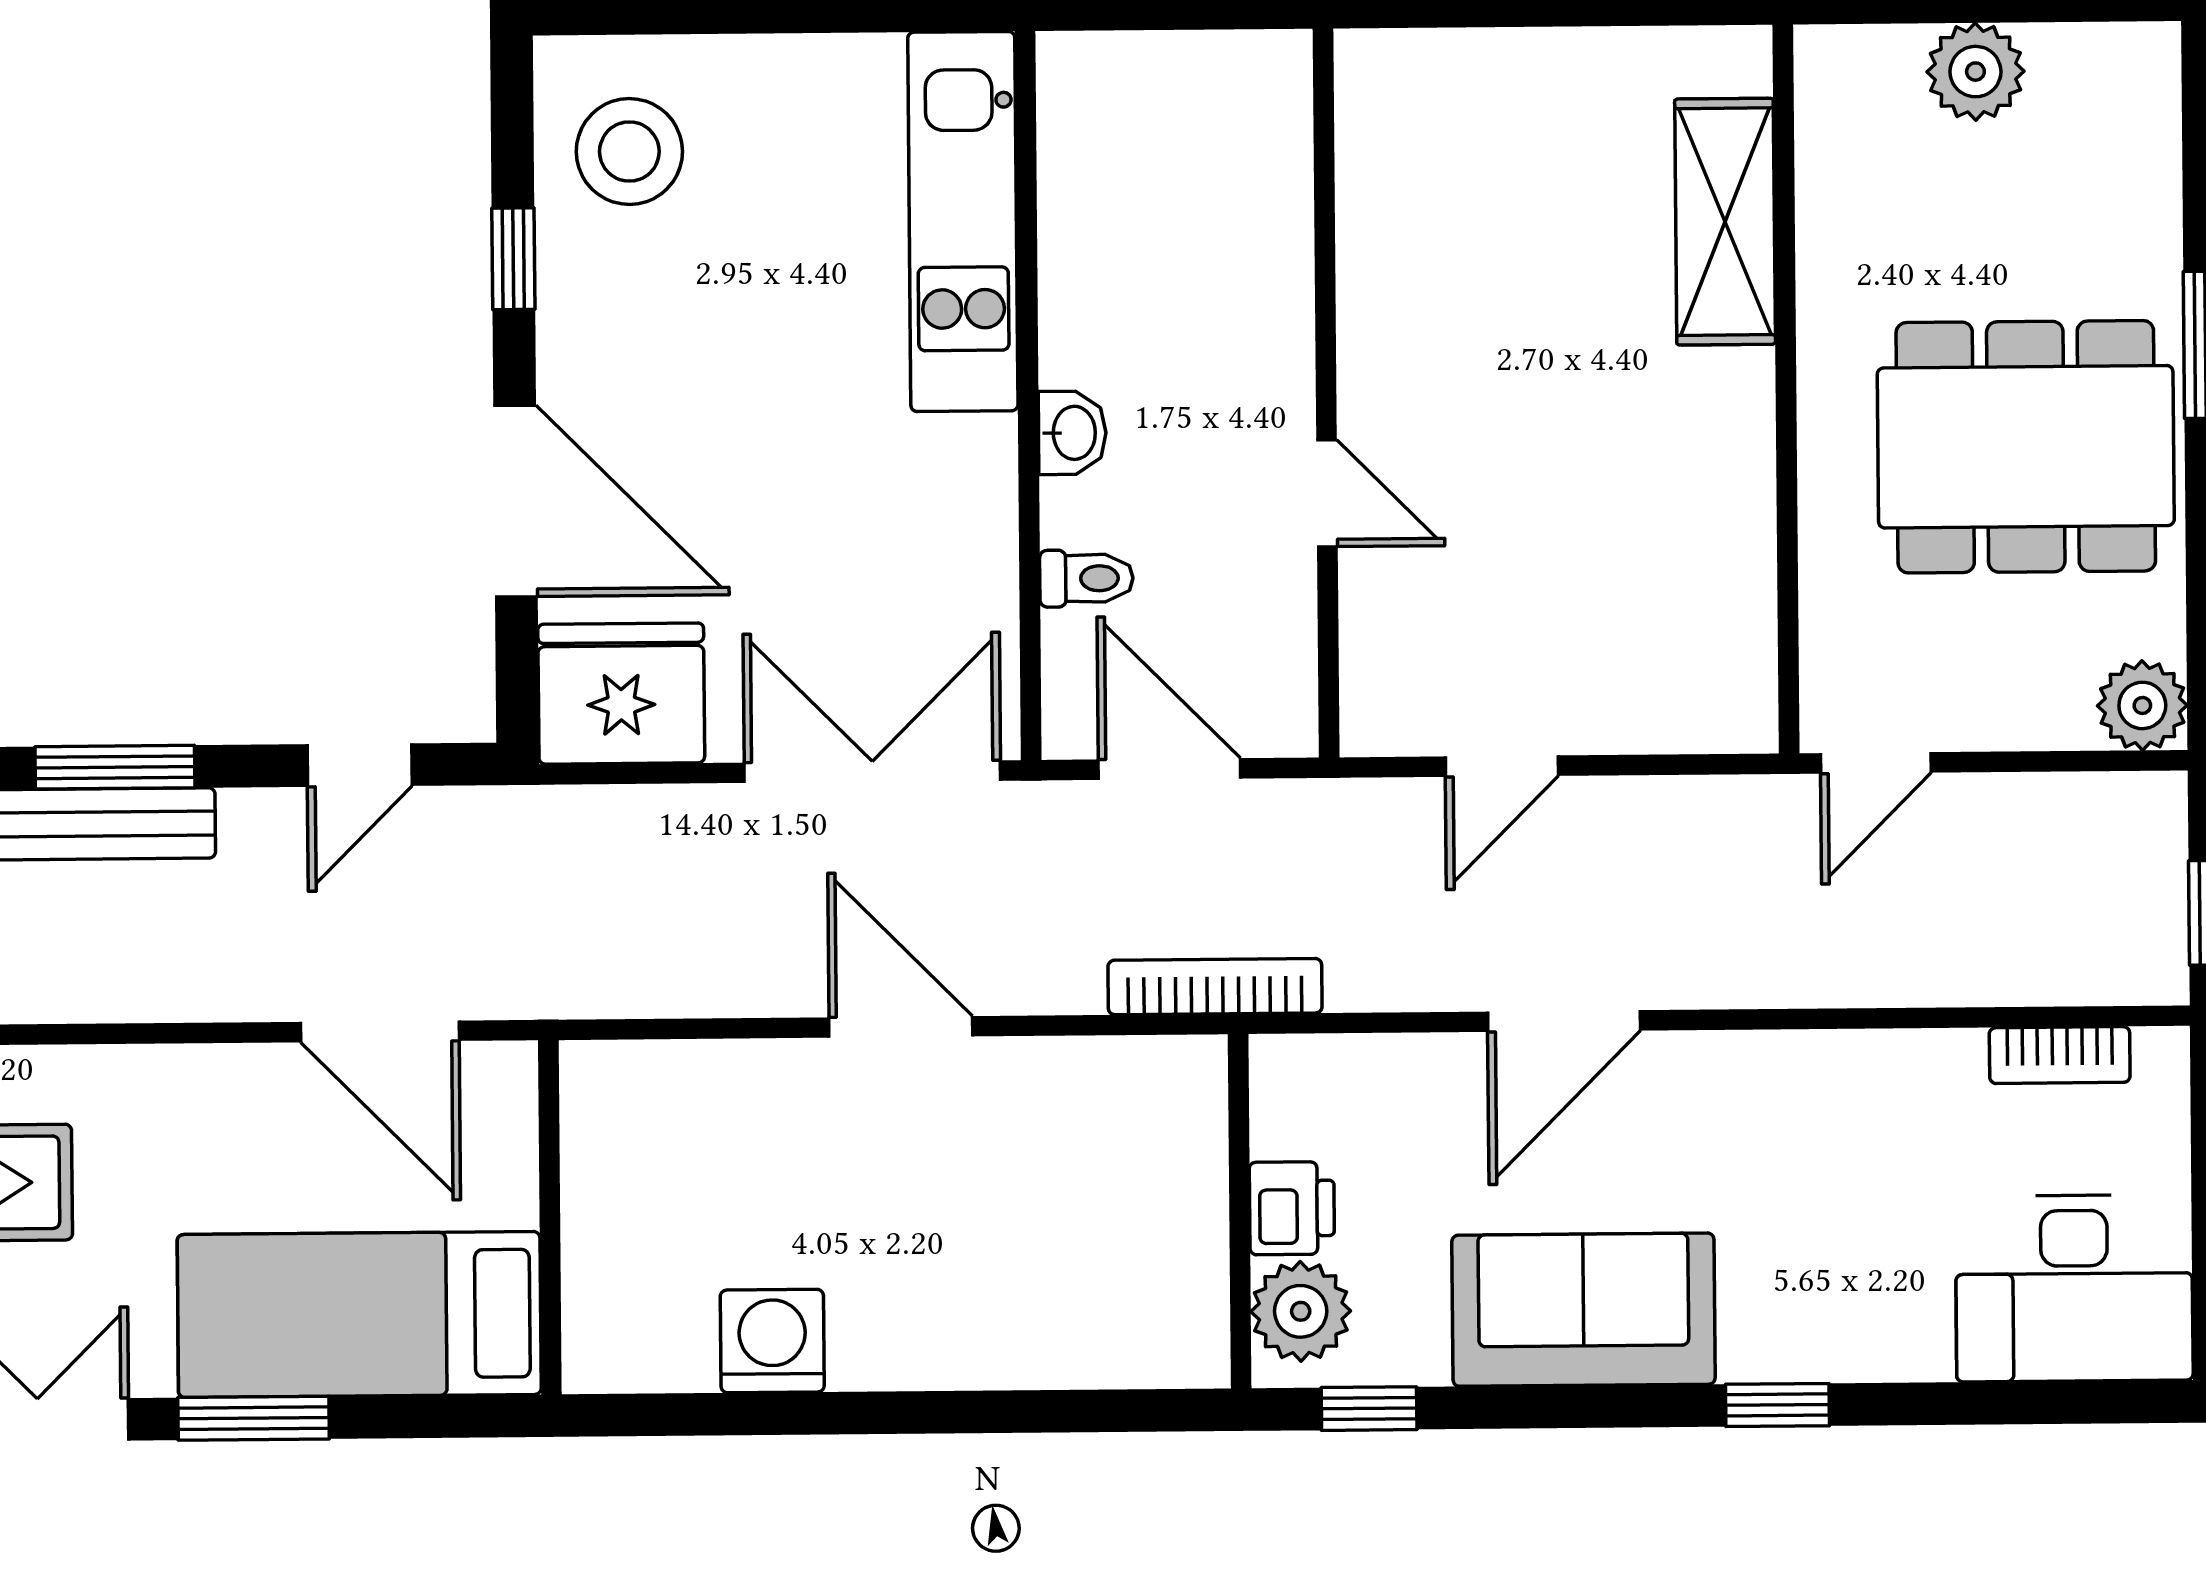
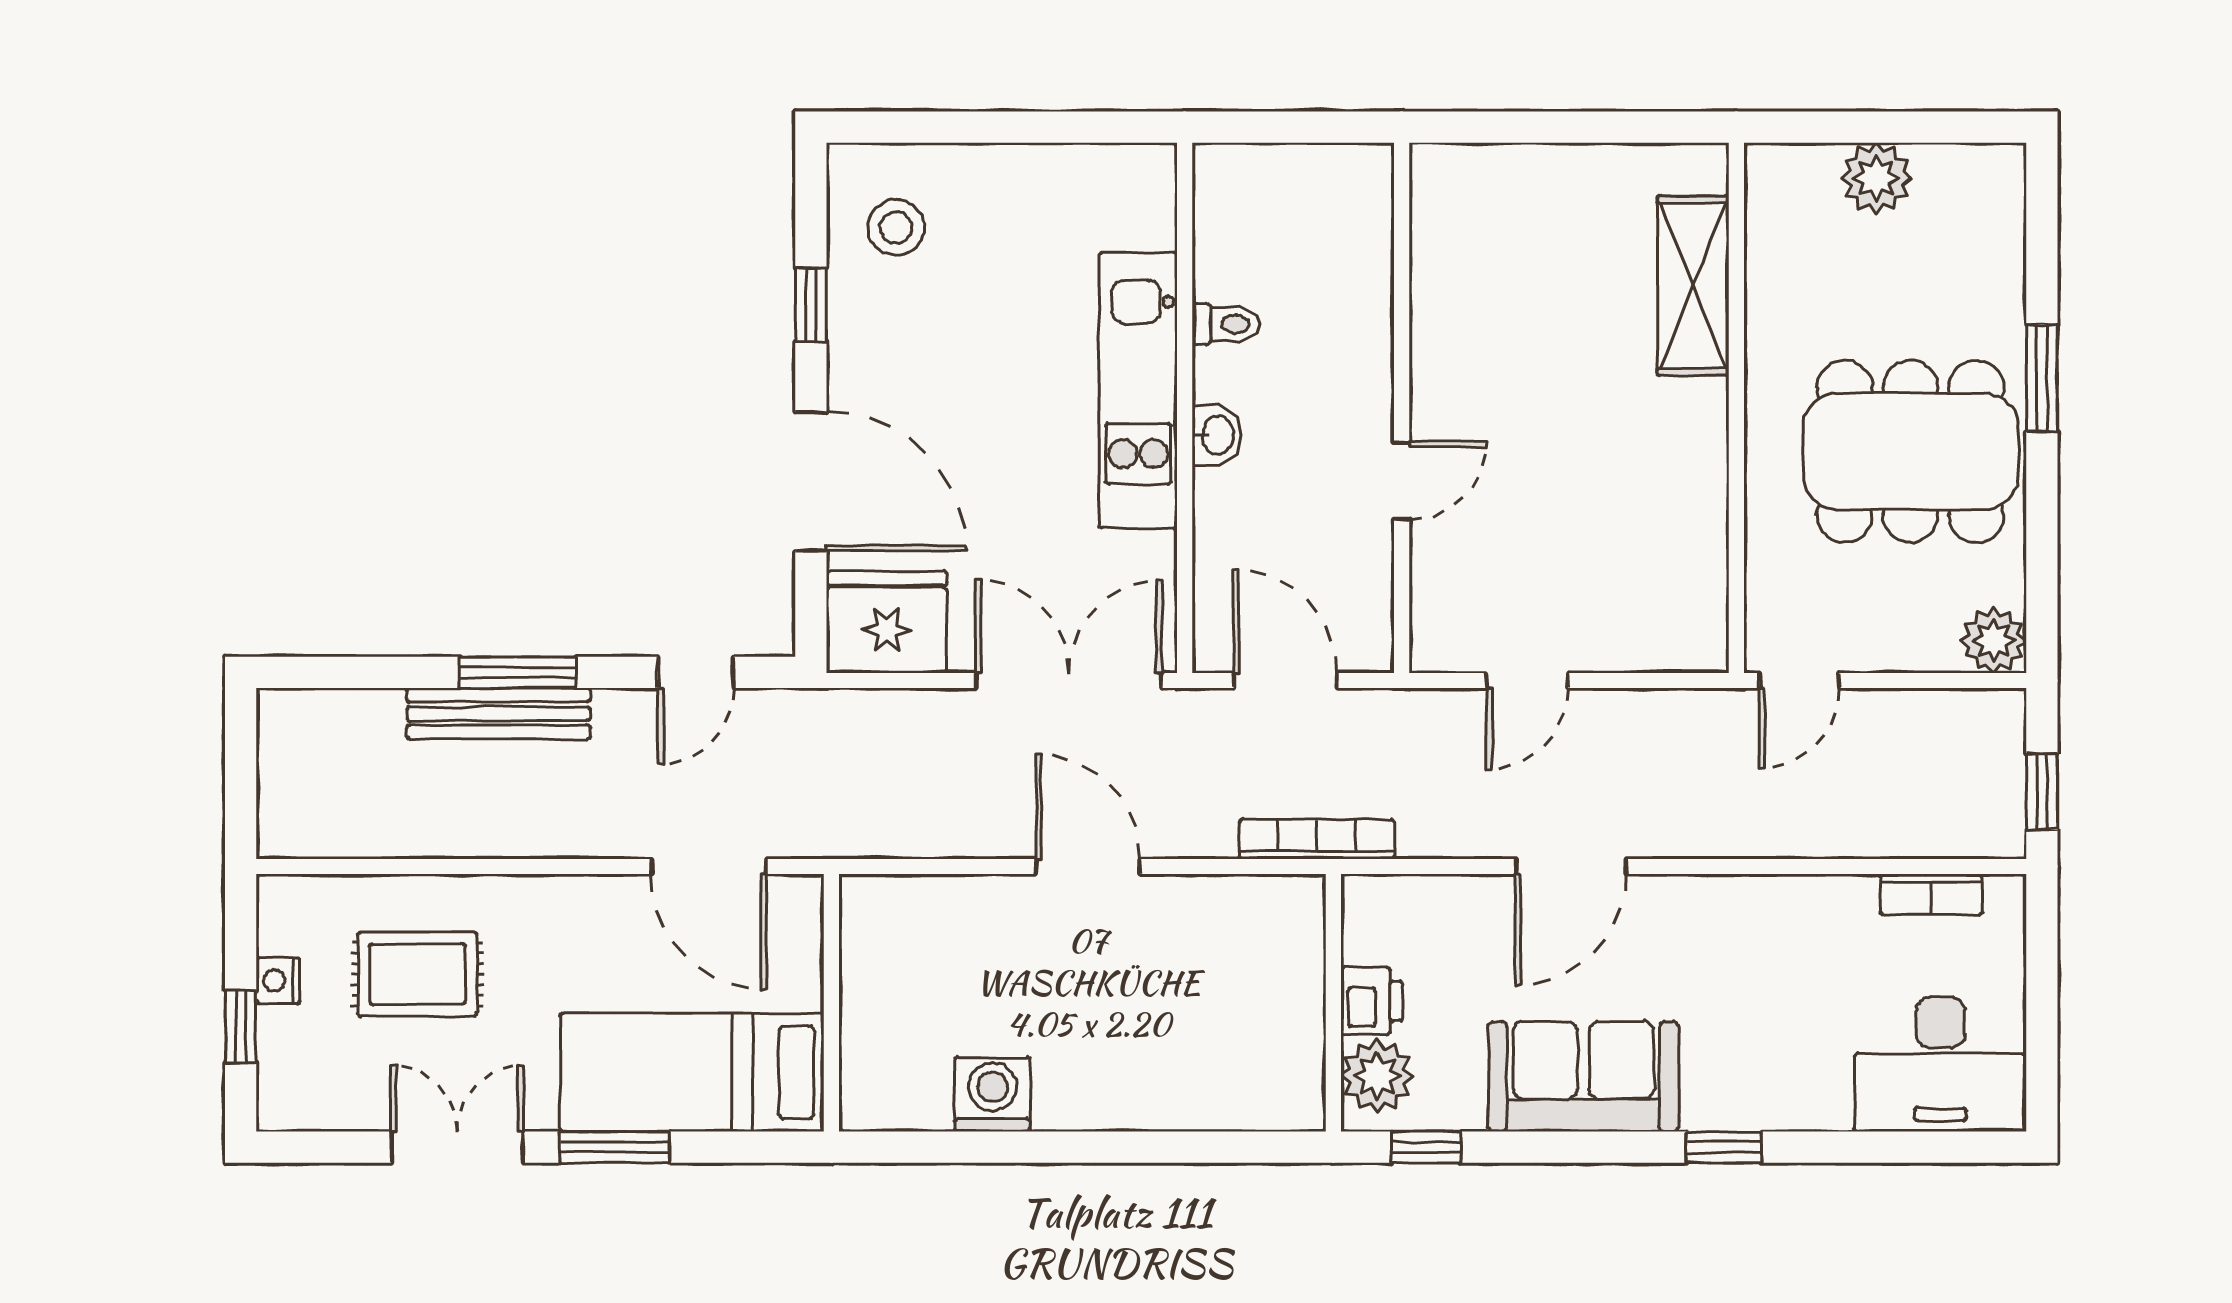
stool: (629, 152) -> (896, 228), width x0.73, depth x0.73
kitchen unit: (963, 222) -> (1138, 390), moved
door: (1327, 493) -> (1402, 481), hinge flipped
toilet: (1086, 578) -> (1226, 324), moved

